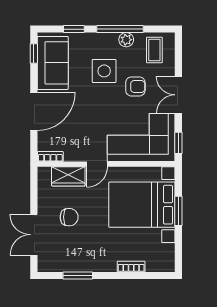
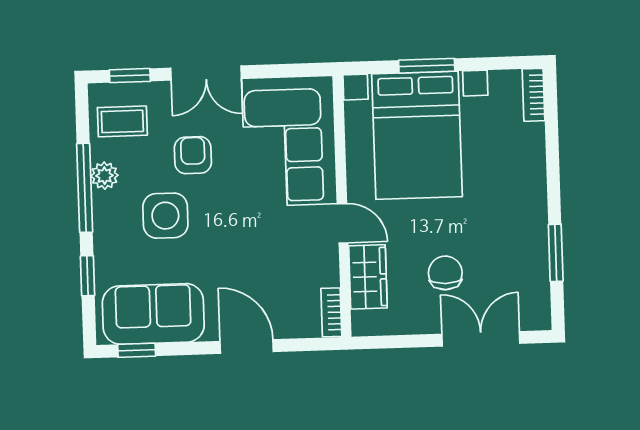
door: (34, 111) -> (247, 347), width x0.73
window: (178, 143) -> (130, 76), moved
double door: (34, 235) -> (481, 339), swing flipped
bookcase: (131, 267) -> (534, 95), moved

